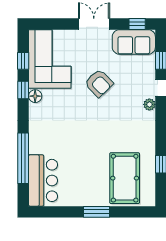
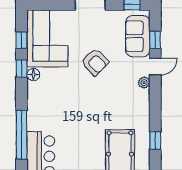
sofa: (134, 42) -> (138, 36), moved, turned 90

